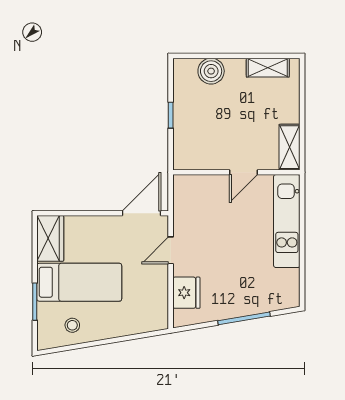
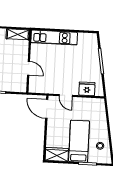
door: (243, 172) -> (29, 68), moved

